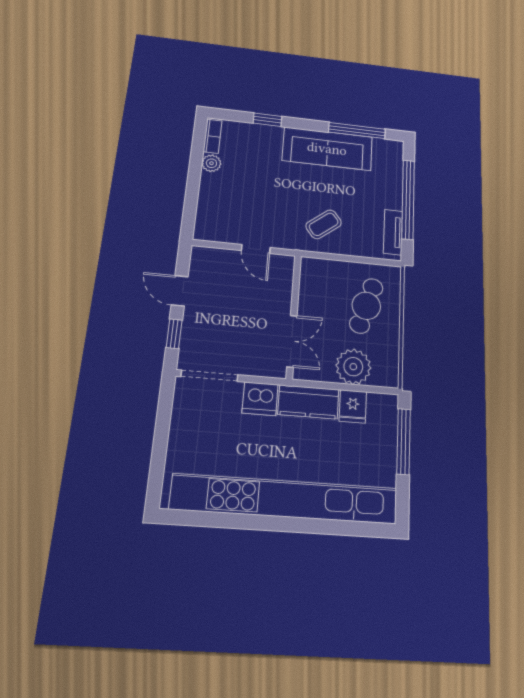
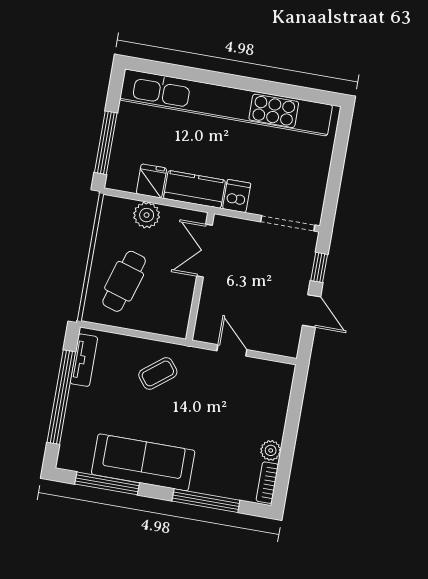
window: (267, 120) -> (206, 501), width x2.17
plant: (353, 367) -> (147, 215), width x0.73, depth x0.73
dishwasher: (260, 399) -> (237, 196), width x0.73

